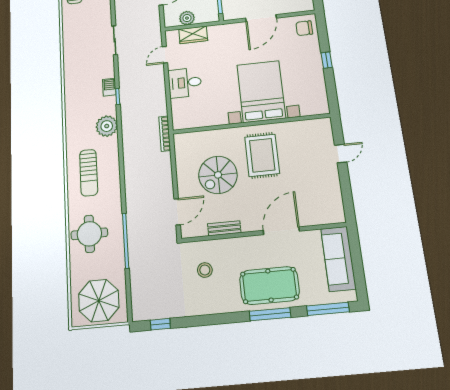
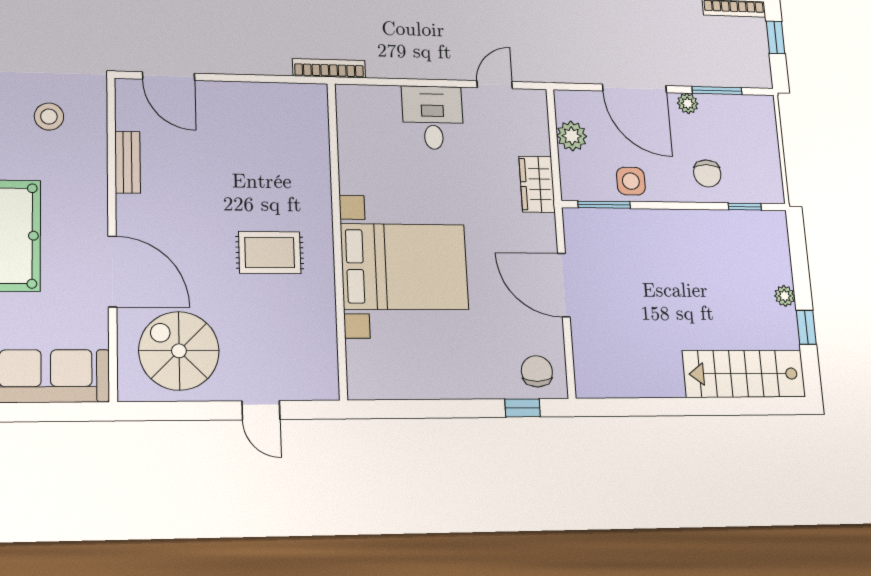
wardrobe: (193, 35) -> (537, 184), moved
door: (165, 55) -> (495, 85), hinge flipped
window: (327, 60) -> (523, 408), moved
rug: (262, 155) -> (270, 253), width x0.73, depth x0.70
spiral stairs: (218, 175) -> (179, 351), moved

